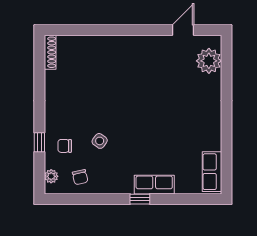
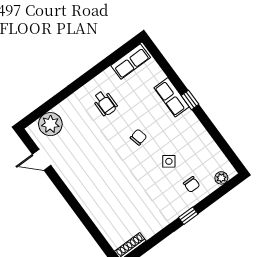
wheelchair: (192, 122) -> (105, 103), added
window: (39, 142) -> (188, 216), moved
chair: (80, 177) -> (138, 137), moved

